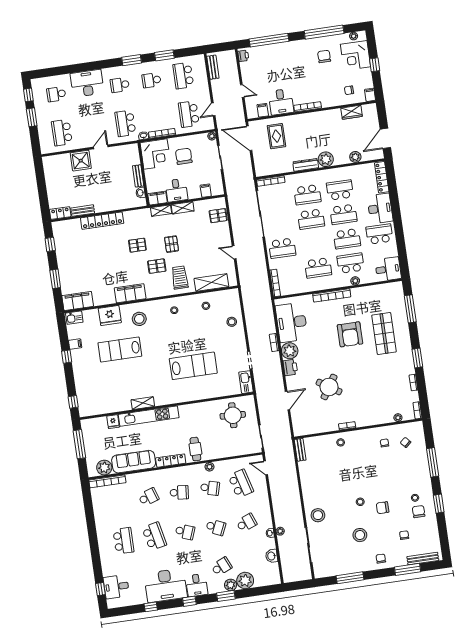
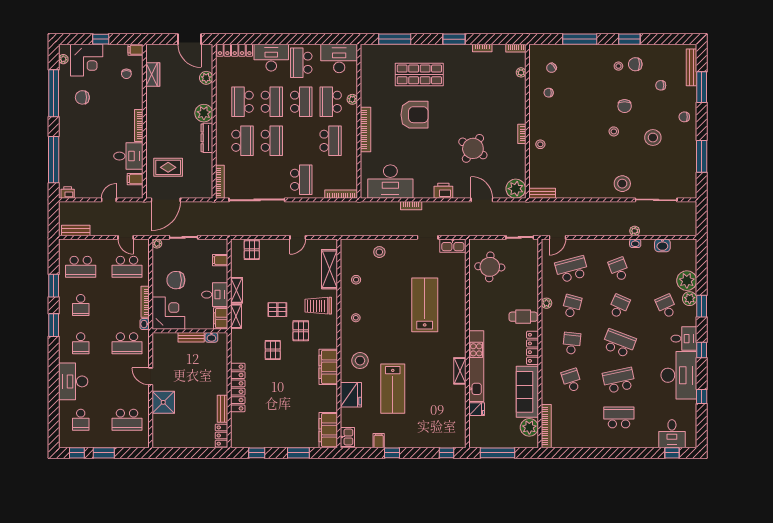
desk: (388, 269) -> (339, 58), width x1.37
plant: (290, 351) -> (516, 189), moved
school desk: (185, 532) -> (619, 343), width x1.85

